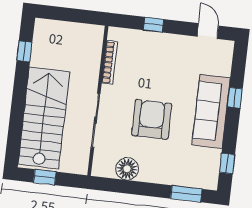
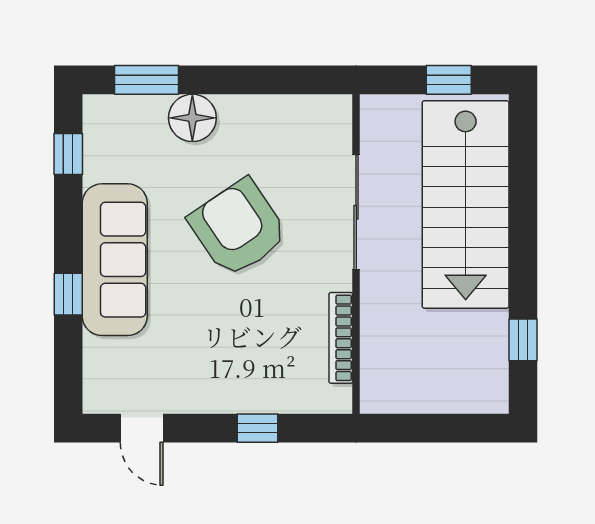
armchair: (152, 119) -> (238, 228), turned 146
floor lamp: (127, 169) -> (192, 118), moved

